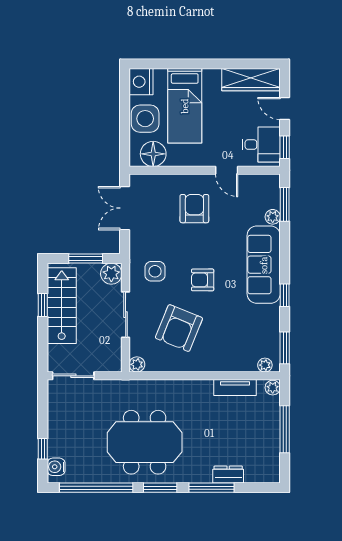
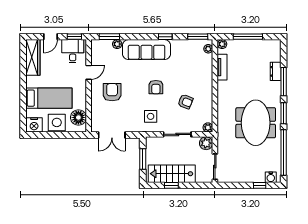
armchair: (194, 209) -> (112, 92), turned 90
plant: (111, 274) -> (206, 143), moved
armchair: (179, 328) -> (185, 102), width x0.53, depth x0.53

